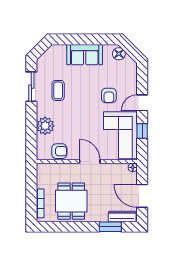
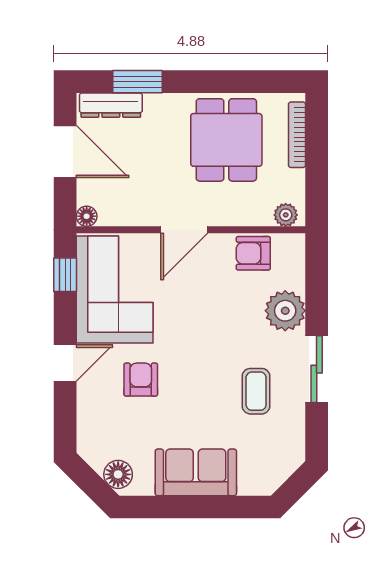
sliding door: (31, 87) -> (317, 369), moved
window: (142, 131) -> (65, 275), moved
door: (90, 161) -> (184, 230), hinge flipped
plant: (45, 168) -> (286, 215), added

